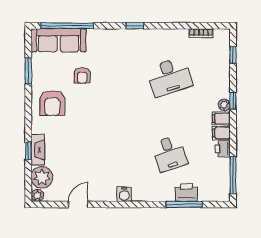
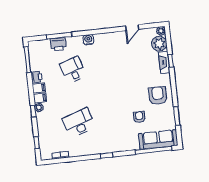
water cooler: (124, 194) -> (88, 40), moved

